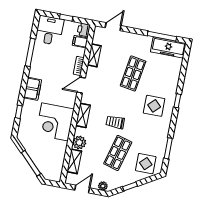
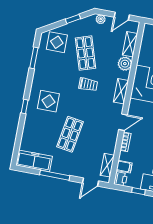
window: (162, 36) -> (55, 175), moved
shelving: (94, 55) -> (107, 165), moved
shop shelf: (118, 153) -> (86, 53), turned -33

